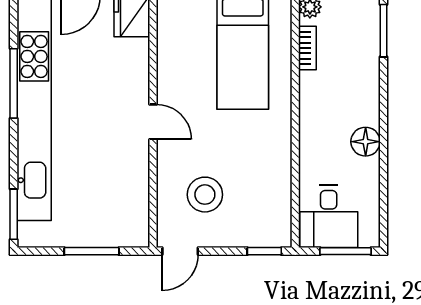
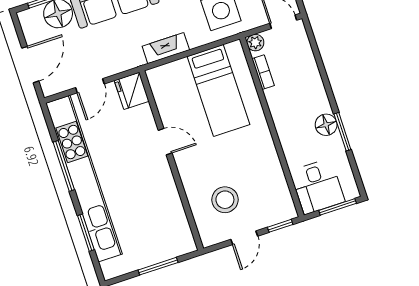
window: (383, 31) -> (342, 132), moved
door: (153, 122) -> (165, 142), moved
window: (14, 214) -> (86, 233), moved
door: (180, 251) -> (244, 238), moved

